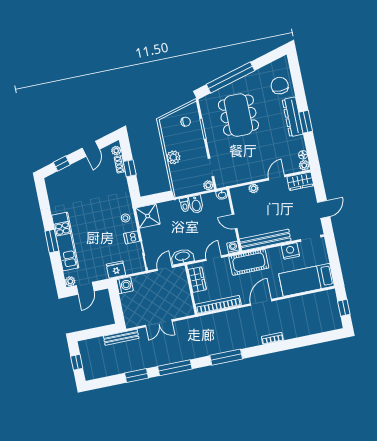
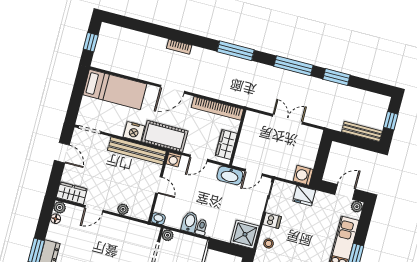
door: (324, 209) -> (62, 153), swing flipped
nightstand: (290, 251) -> (134, 131), moved
bench: (121, 337) -> (362, 131), moved

